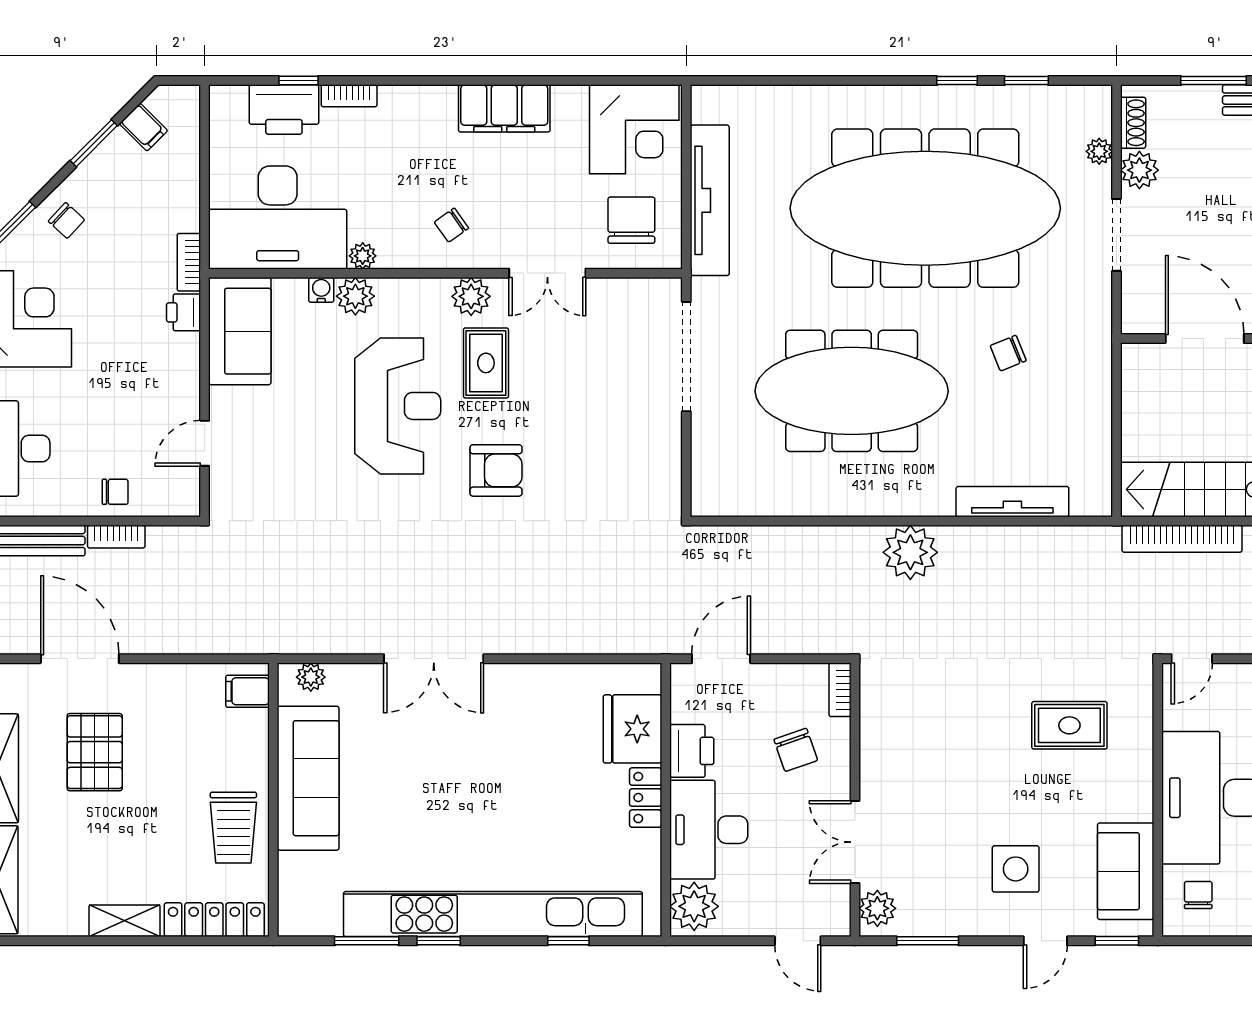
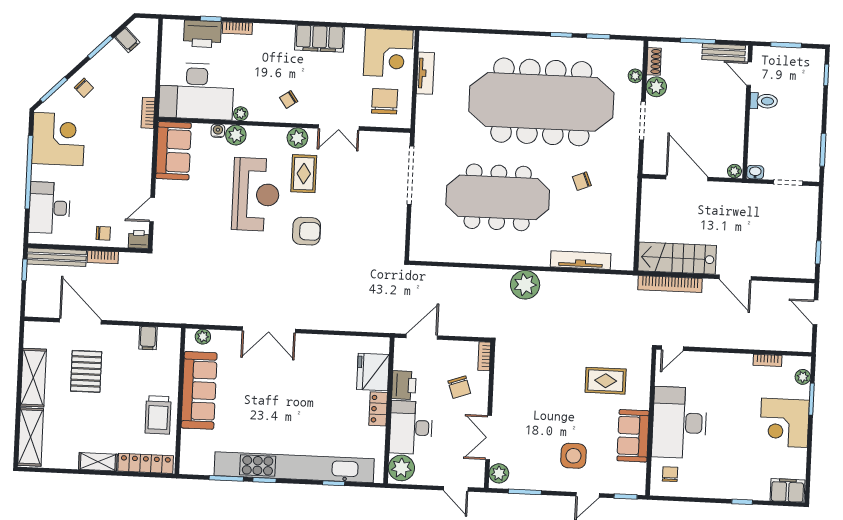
tv unit: (710, 200) -> (425, 73), width x0.52, depth x0.78
printer: (184, 312) -> (139, 239), moved, turned 90
filing cabinet: (248, 691) -> (148, 338), moved, turned -90
sofa: (1126, 871) -> (633, 436), moved

